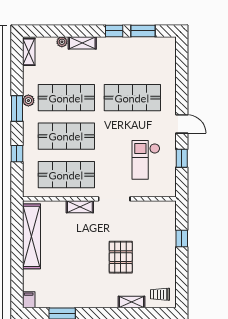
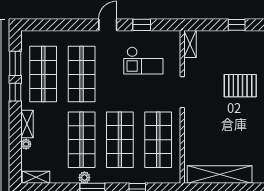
shop shelf: (132, 59) -> (43, 74), added
shelving: (80, 207) -> (190, 44), moved
window: (182, 238) -> (237, 25), moved

